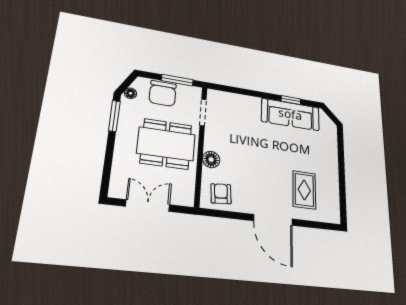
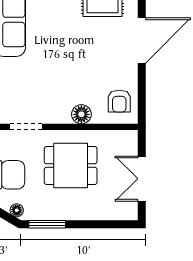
dining table: (166, 144) -> (71, 166), width x0.73
armchair: (221, 194) -> (119, 101), turned -86

